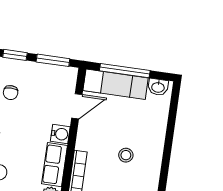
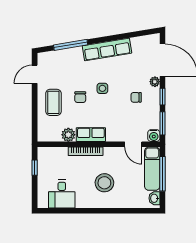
water cooler: (60, 134) -> (154, 136), moved
stool: (126, 155) -> (104, 183), width x1.89, depth x1.89

